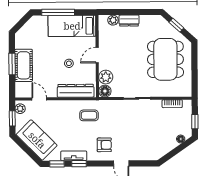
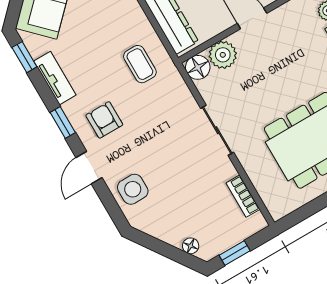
armchair: (104, 145) -> (104, 120), turned 180
side table: (142, 150) -> (133, 189), added
window: (79, 164) -> (63, 123), moved

